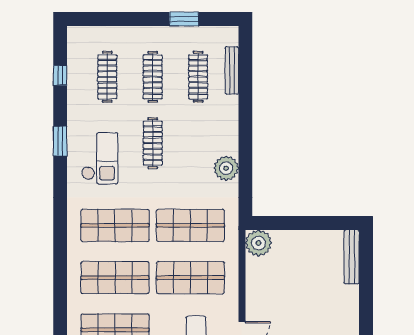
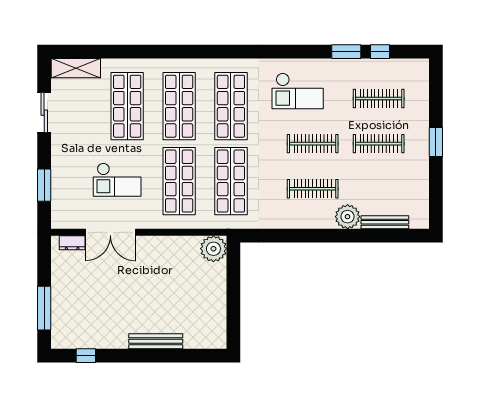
window: (184, 19) -> (436, 142), moved
clothes rail: (198, 77) -> (313, 189), moved
window: (60, 141) -> (346, 52), moved
plant: (226, 168) -> (348, 217), moved
bench: (352, 257) -> (156, 341), moved

